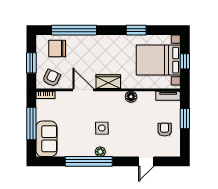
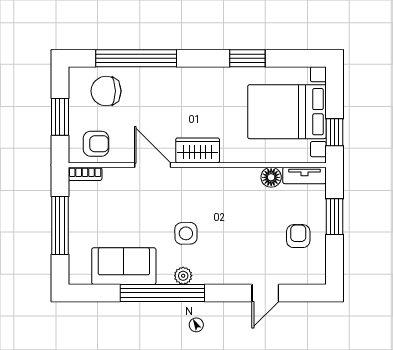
window: (185, 61) -> (335, 132), moved
armchair: (52, 78) -> (96, 144), turned 65
floor lamp: (131, 97) -> (271, 177), moved
sofa: (46, 139) -> (124, 266), moved, turned -90

